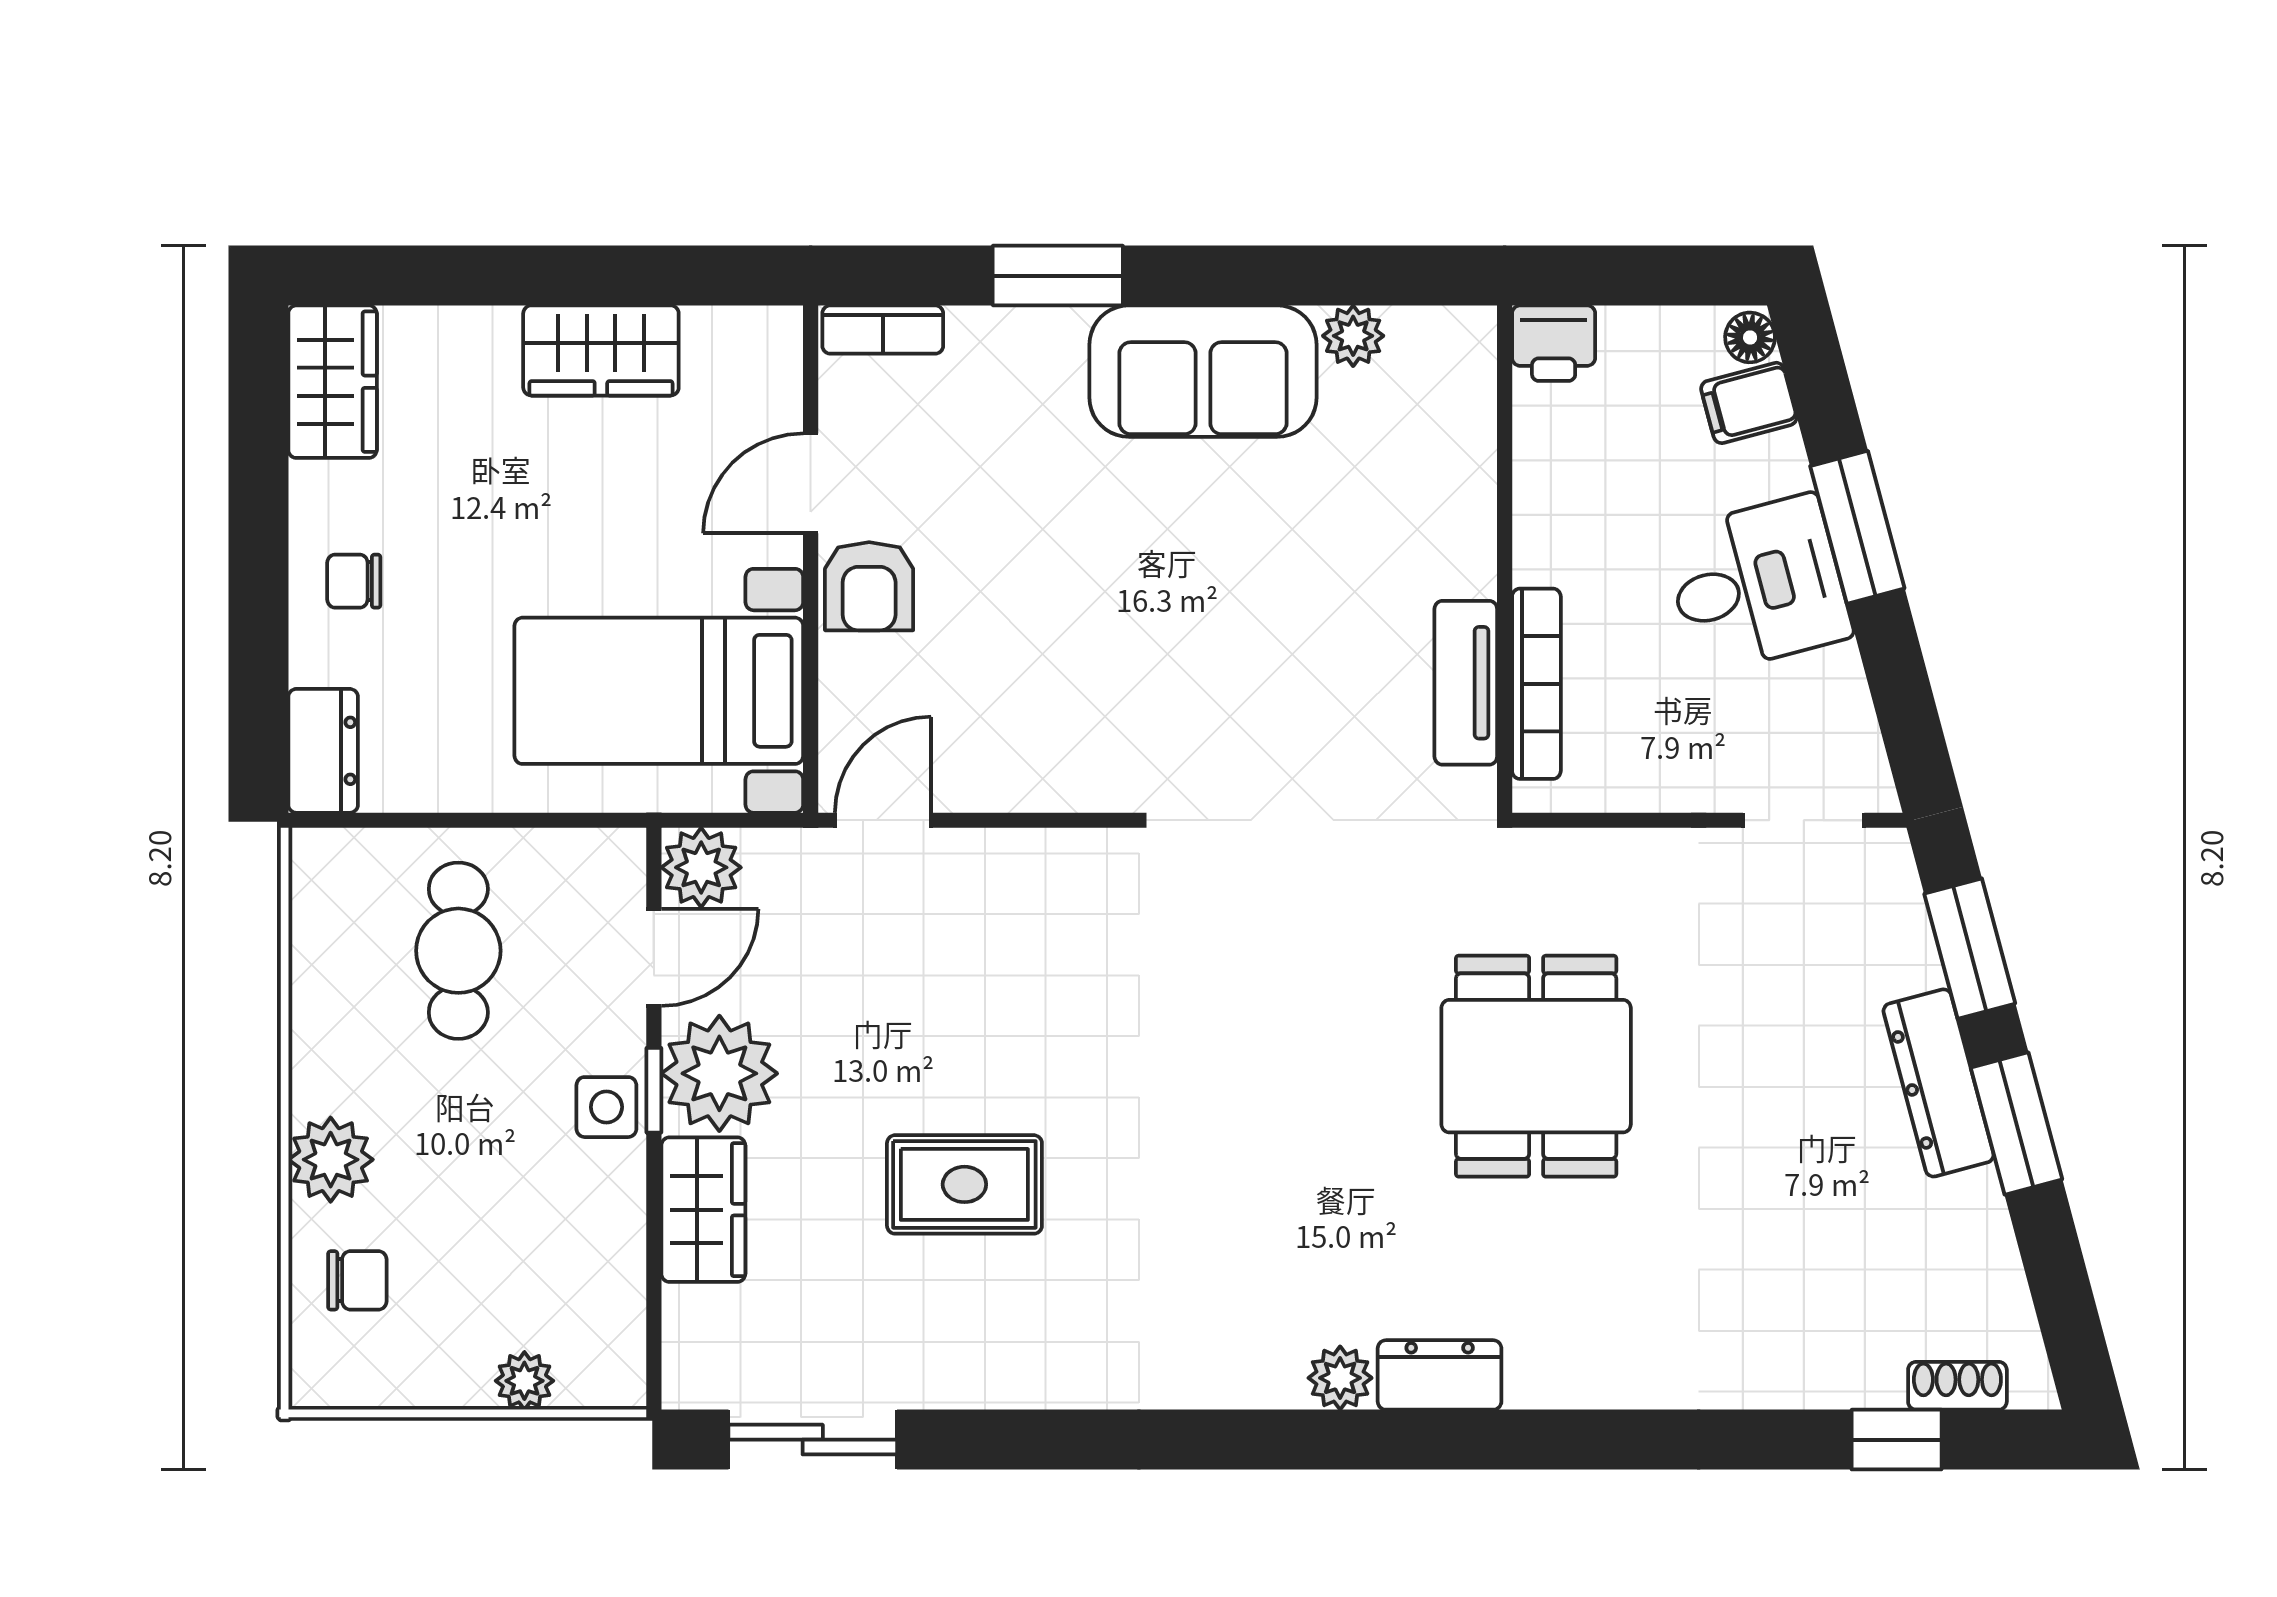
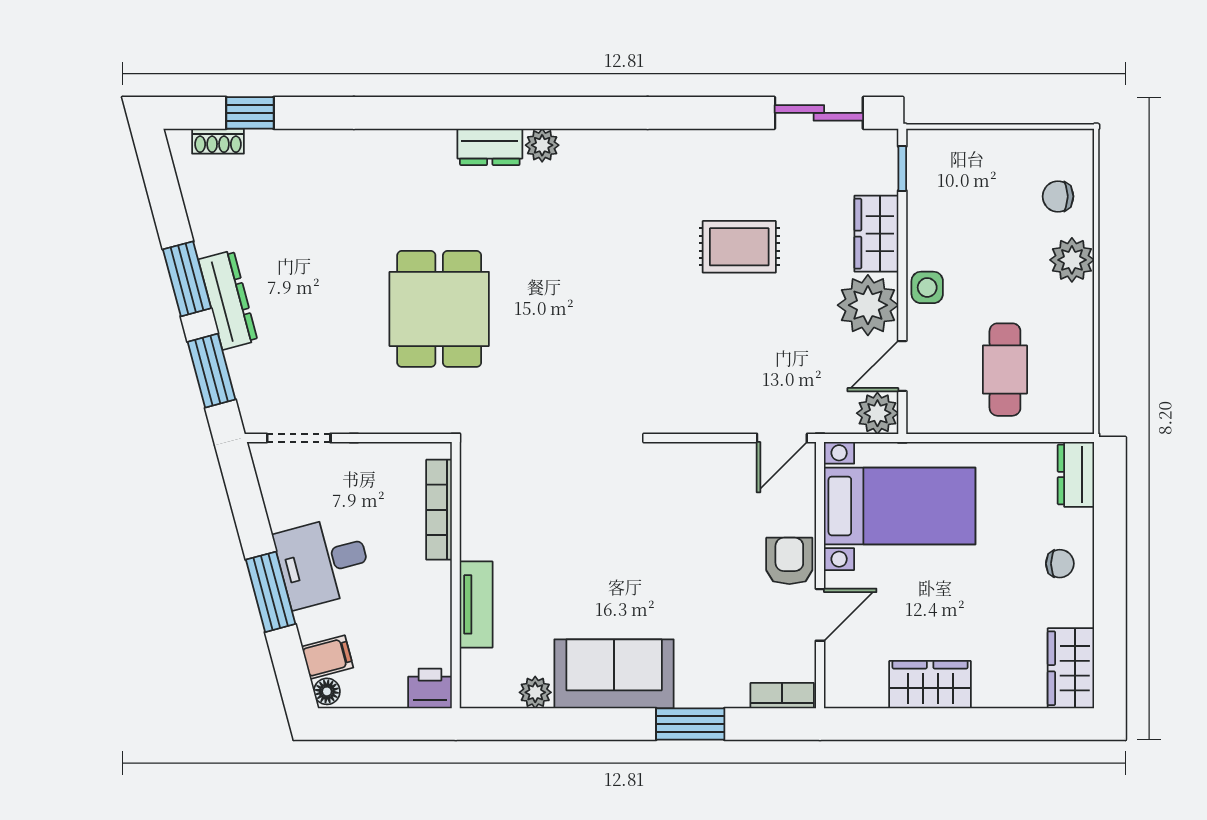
tv unit: (1466, 683) -> (476, 604), moved
window: (654, 1090) -> (902, 169), moved
plant: (524, 1381) -> (970, 144), removed

